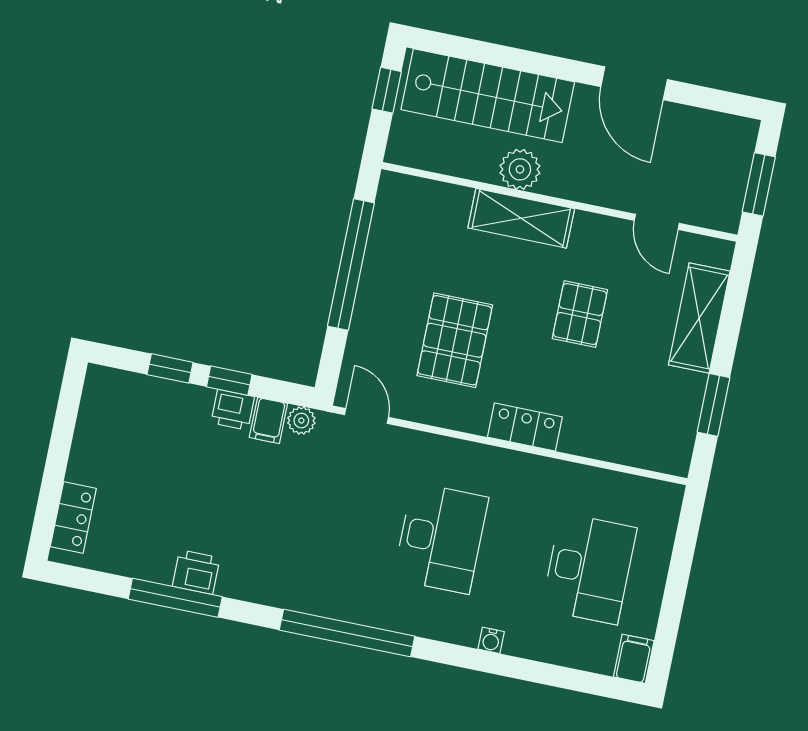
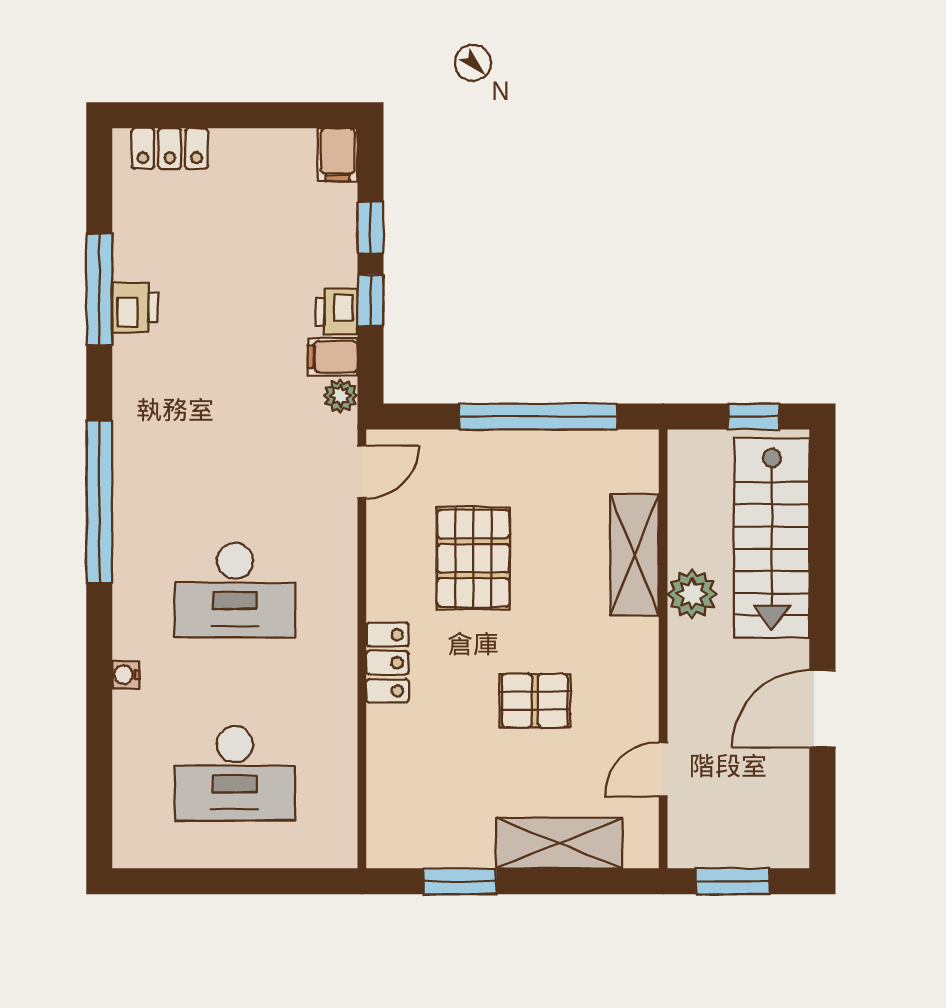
shelving: (521, 218) -> (634, 555), moved
pallet: (455, 340) -> (473, 558), turned 90
filing cabinet: (634, 659) -> (338, 155), moved, turned 90

